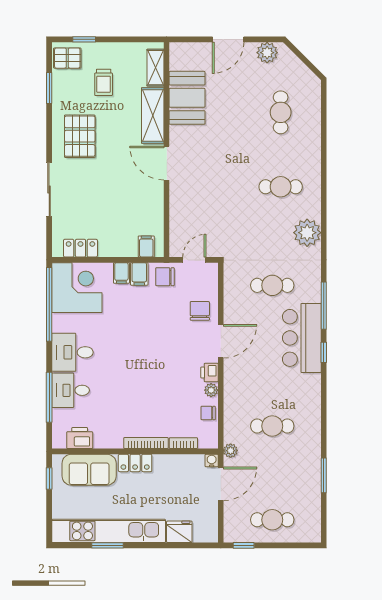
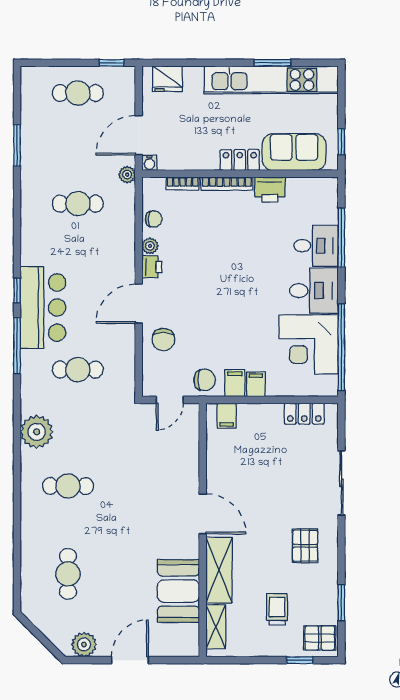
pallet: (80, 136) -> (305, 546), width x0.67, depth x0.71
corner desk: (77, 288) -> (309, 345), moved
printer: (80, 438) -> (270, 189), moved
fridge: (179, 532) -> (167, 79), moved

